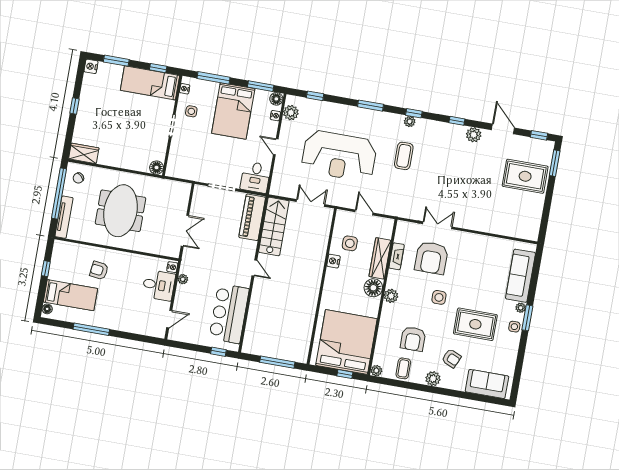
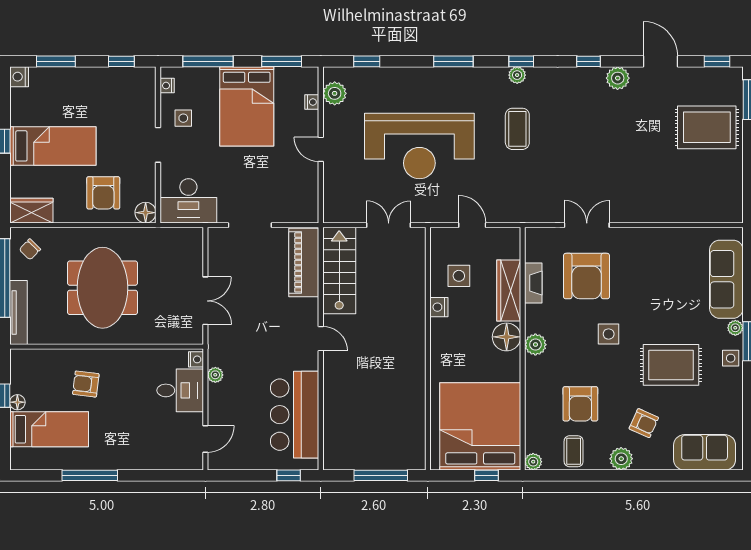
bed: (150, 83) -> (53, 146), moved, turned 180
floor lamp: (276, 99) -> (309, 76), removed
armchair: (132, 150) -> (103, 193), added
desk: (255, 177) -> (188, 201), moved, width x1.37
floor lamp: (47, 309) -> (17, 402), moved

